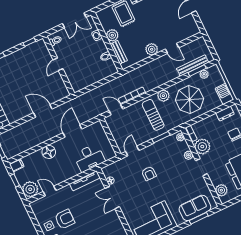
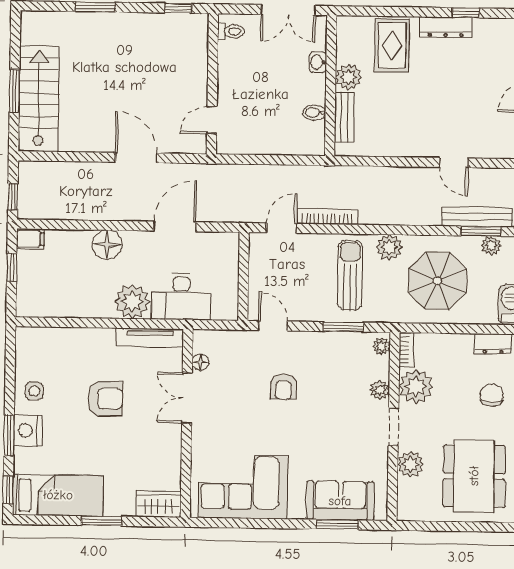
plant: (152, 49) -> (412, 144), removed
door: (58, 64) -> (212, 120), moved
door: (116, 110) -> (282, 228), hinge flipped
door: (132, 151) -> (273, 326), hinge flipped
plant: (30, 189) -> (132, 302), moved
plant: (221, 190) -> (410, 464), moved
door: (50, 191) -> (70, 323), removed
armchair: (65, 219) -> (105, 399), moved

